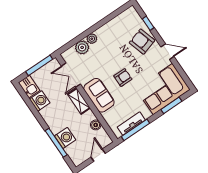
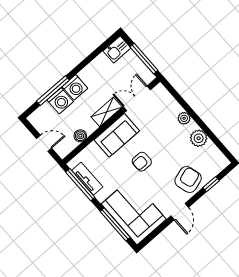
plant: (82, 47) -> (199, 138), moved
armchair: (123, 77) -> (142, 162), turned 90
washing machine: (40, 101) -> (75, 87), moved
window: (171, 105) -> (115, 224), width x1.44

